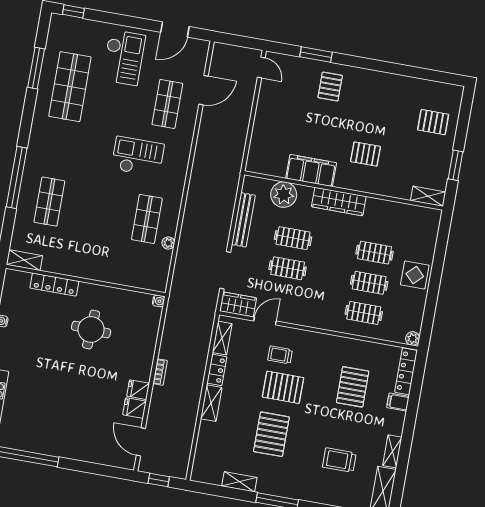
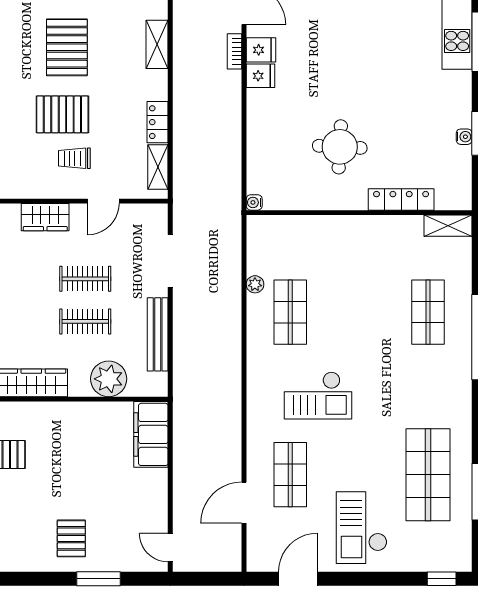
filing cabinet: (311, 171) -> (151, 434), moved, turned 90
wardrobe: (238, 304) -> (45, 217), moved
trolley: (280, 355) -> (74, 158), turned 180
bookcase: (160, 372) -> (235, 51), moved
shelving: (211, 403) -> (157, 44), moved

